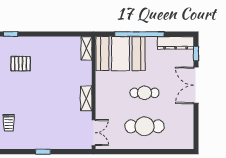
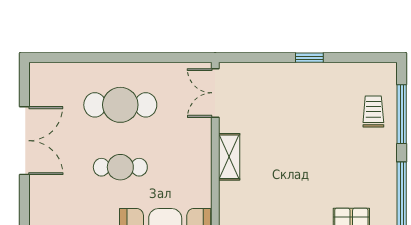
double door: (196, 85) -> (24, 141), moved

